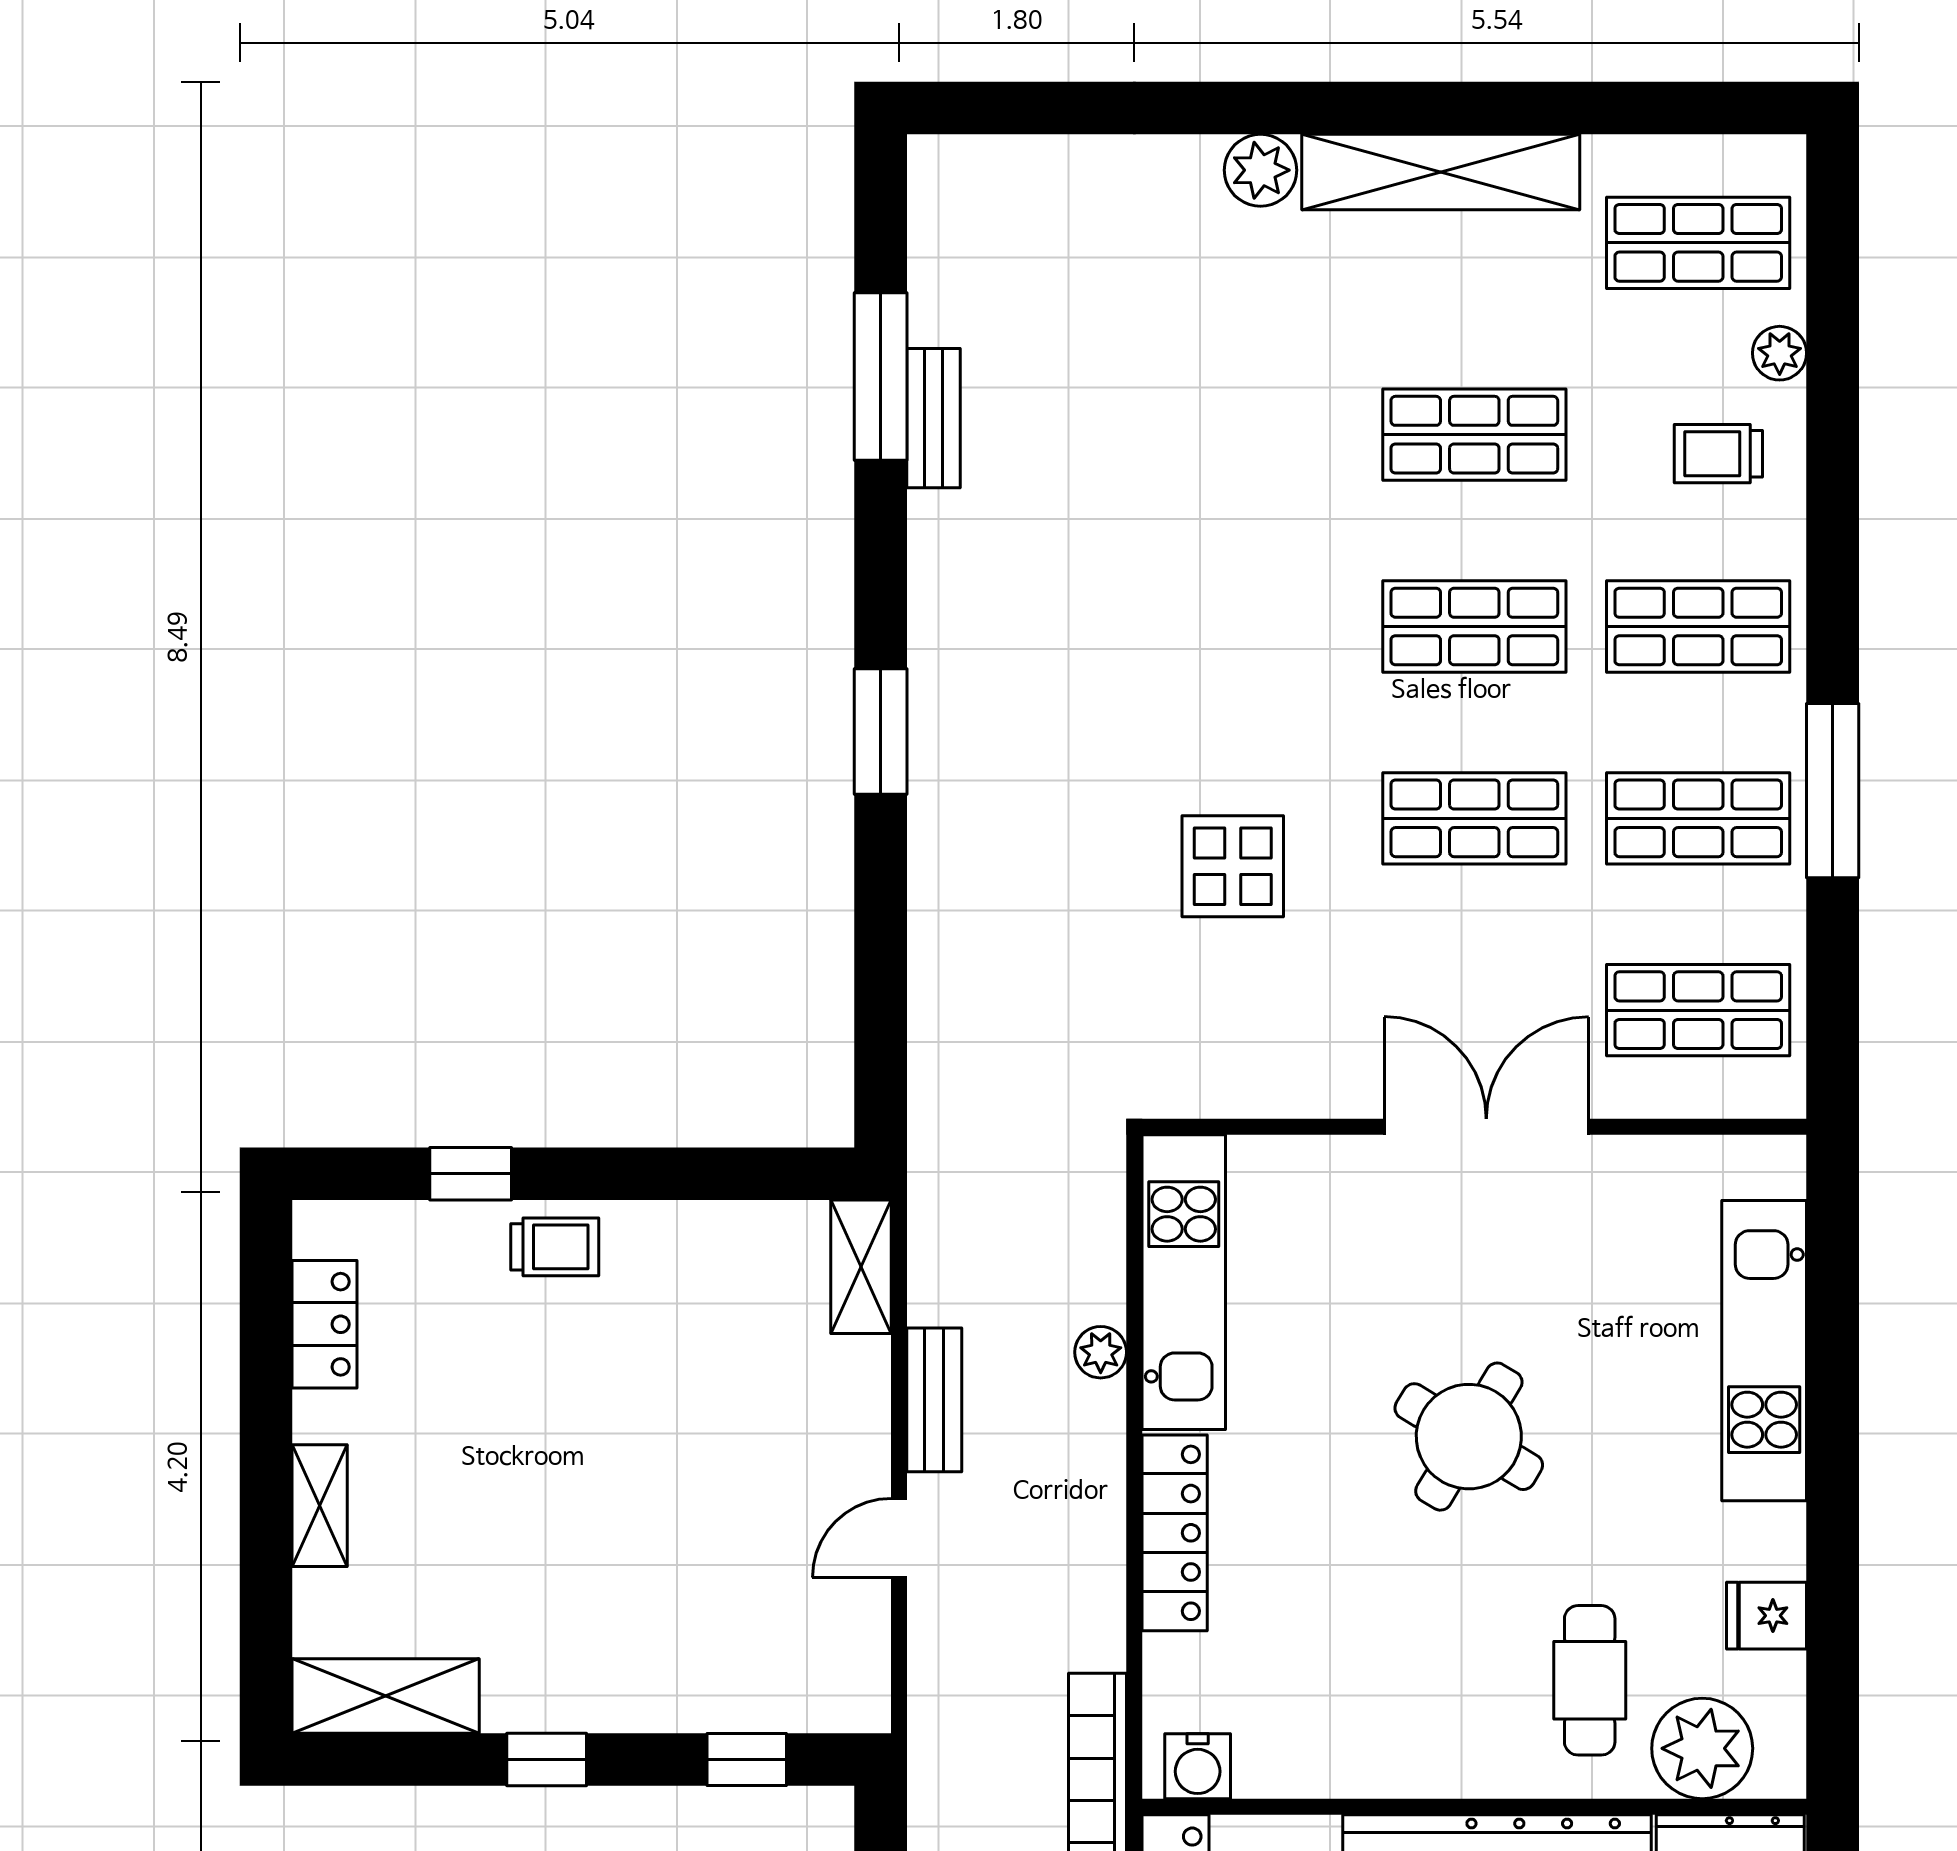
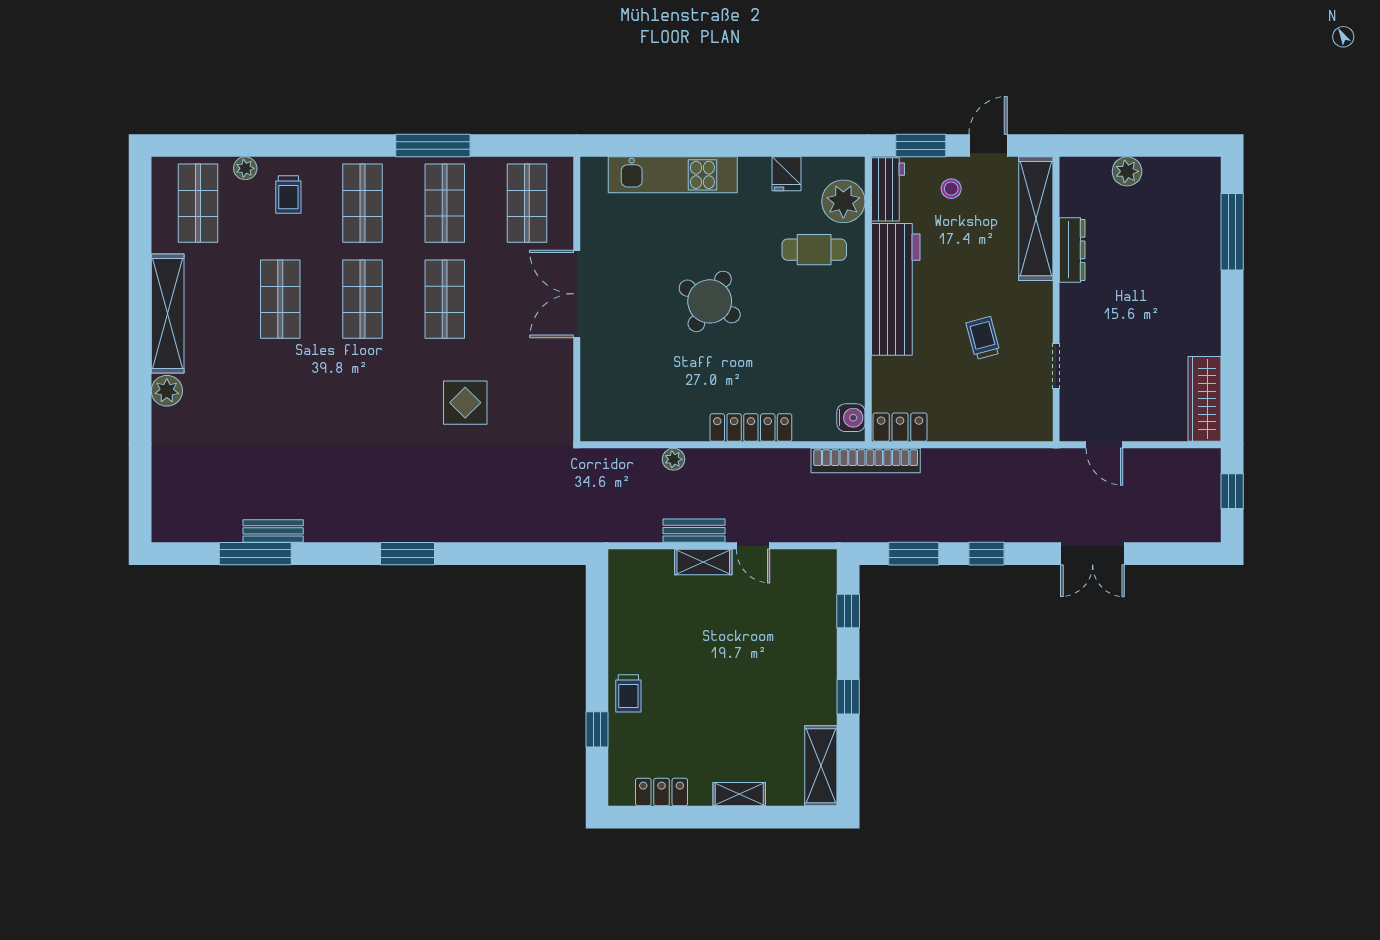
trolley: (555, 1247) -> (628, 693), turned 180
shelving: (861, 1267) -> (703, 562), moved
kitchen unit: (1184, 1282) -> (643, 424), removed

